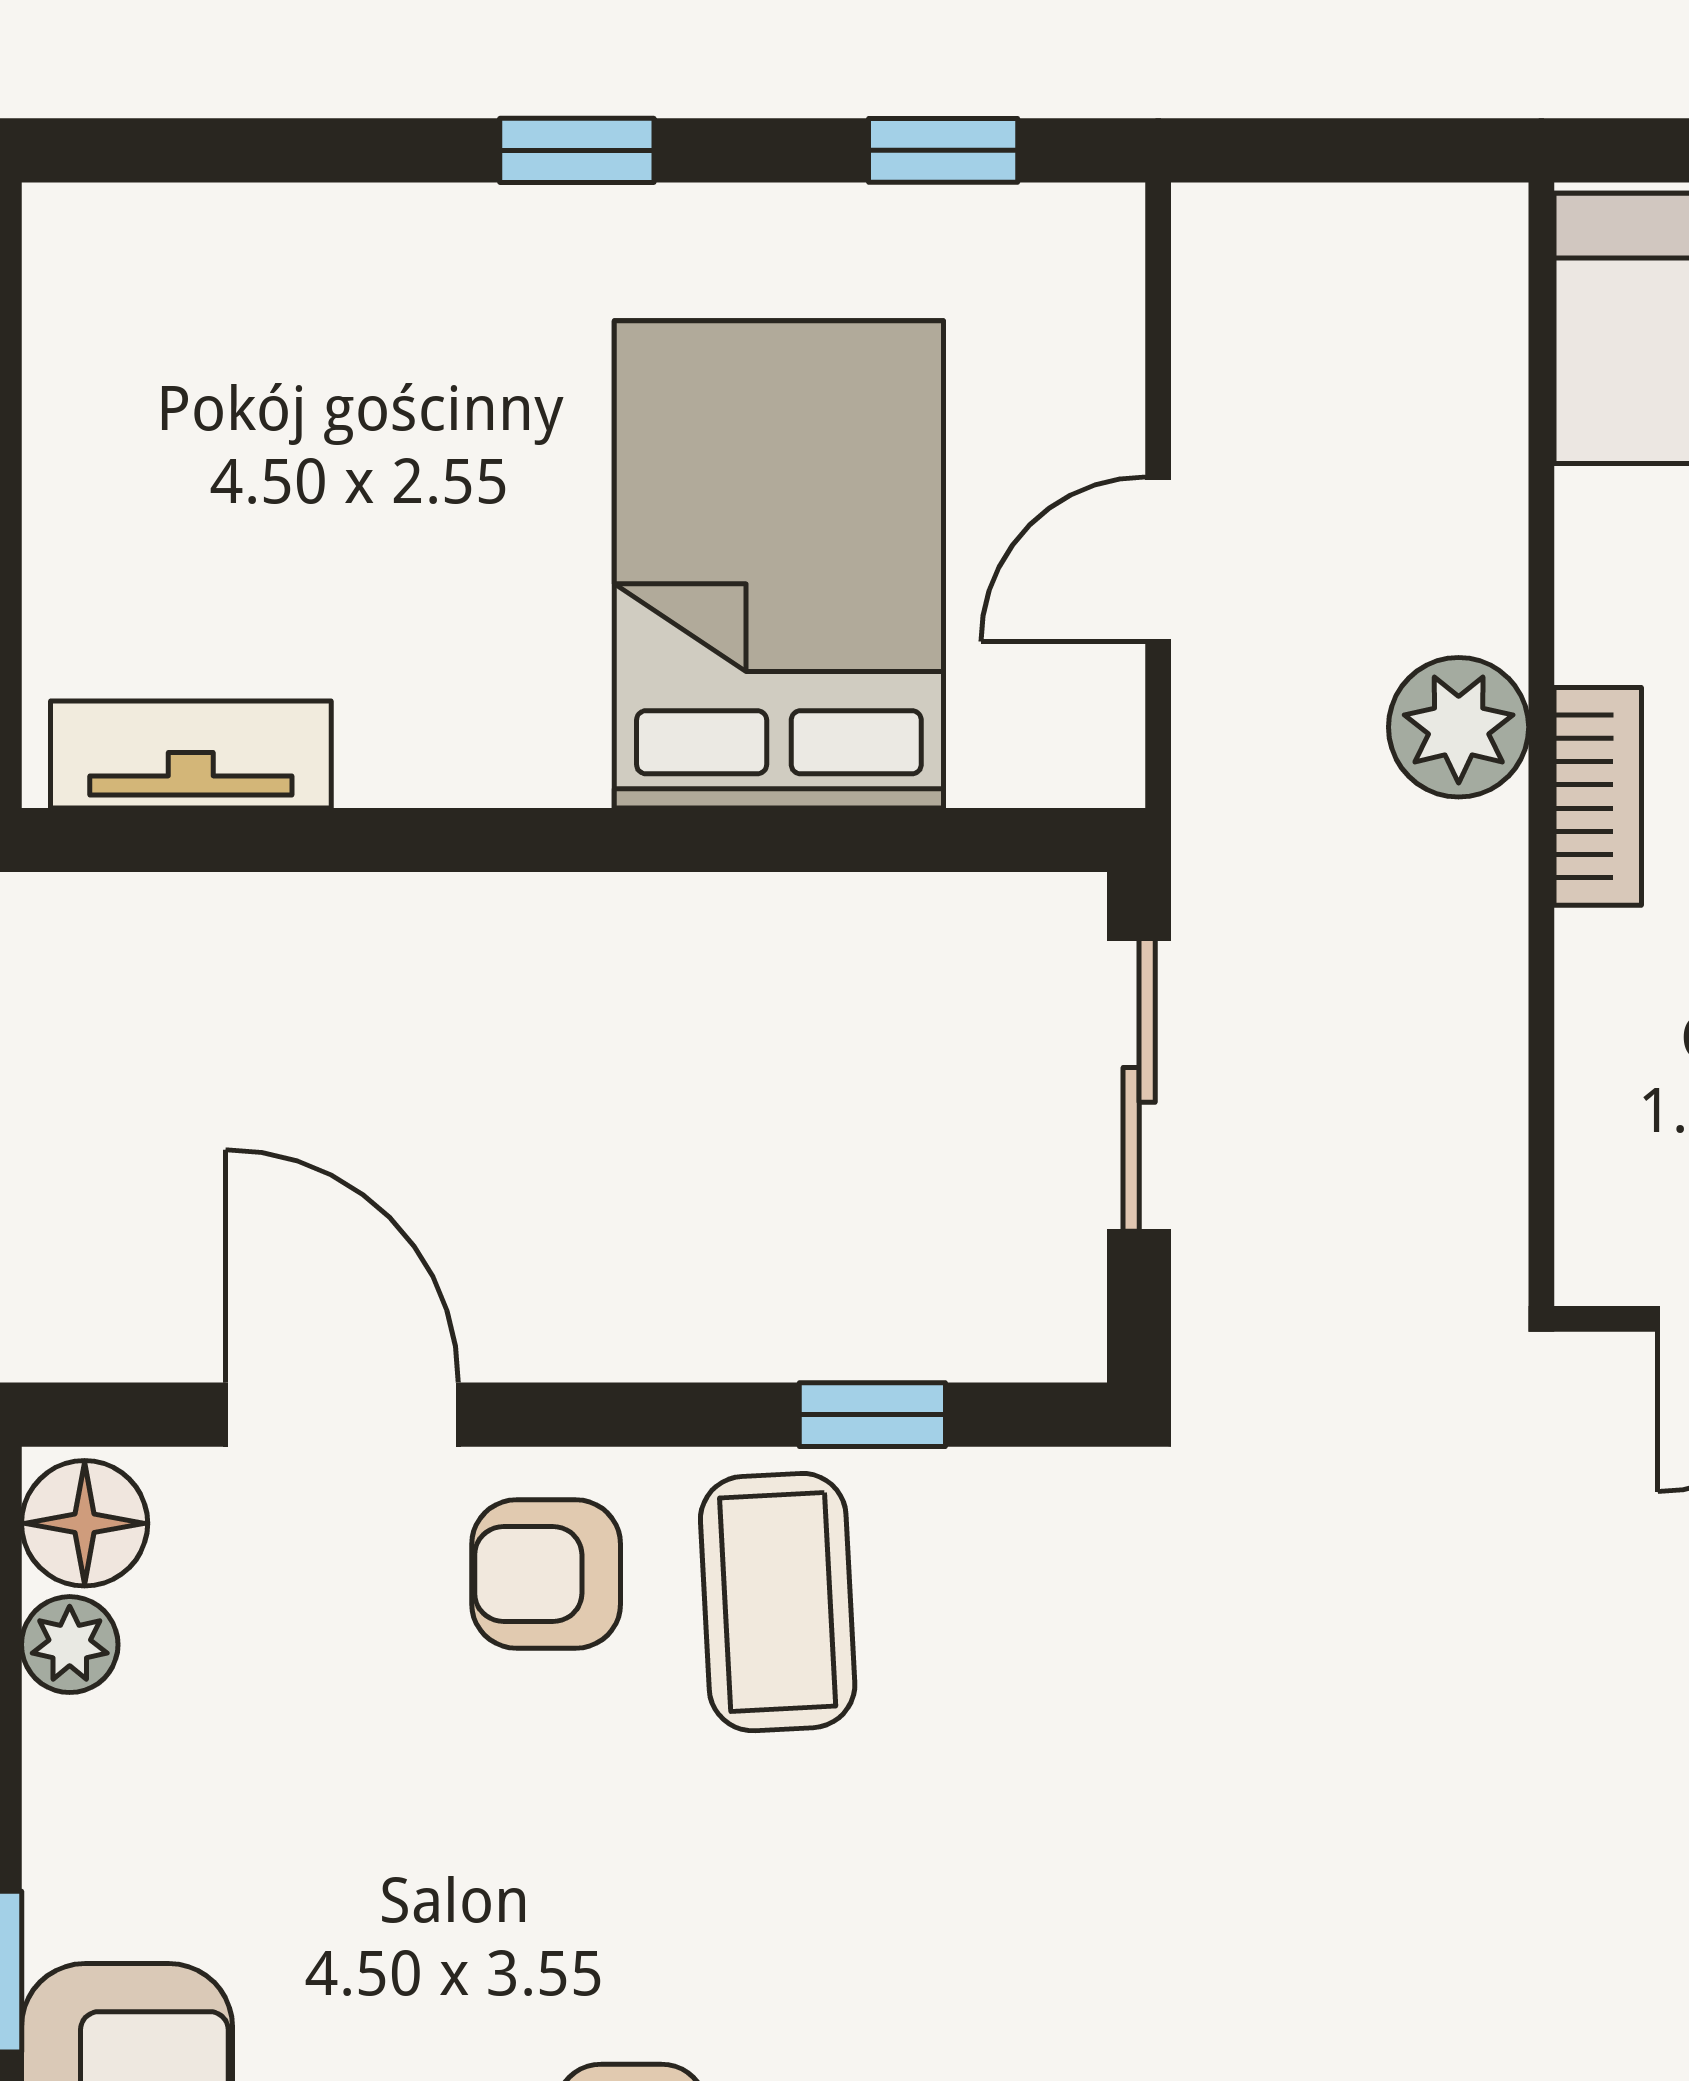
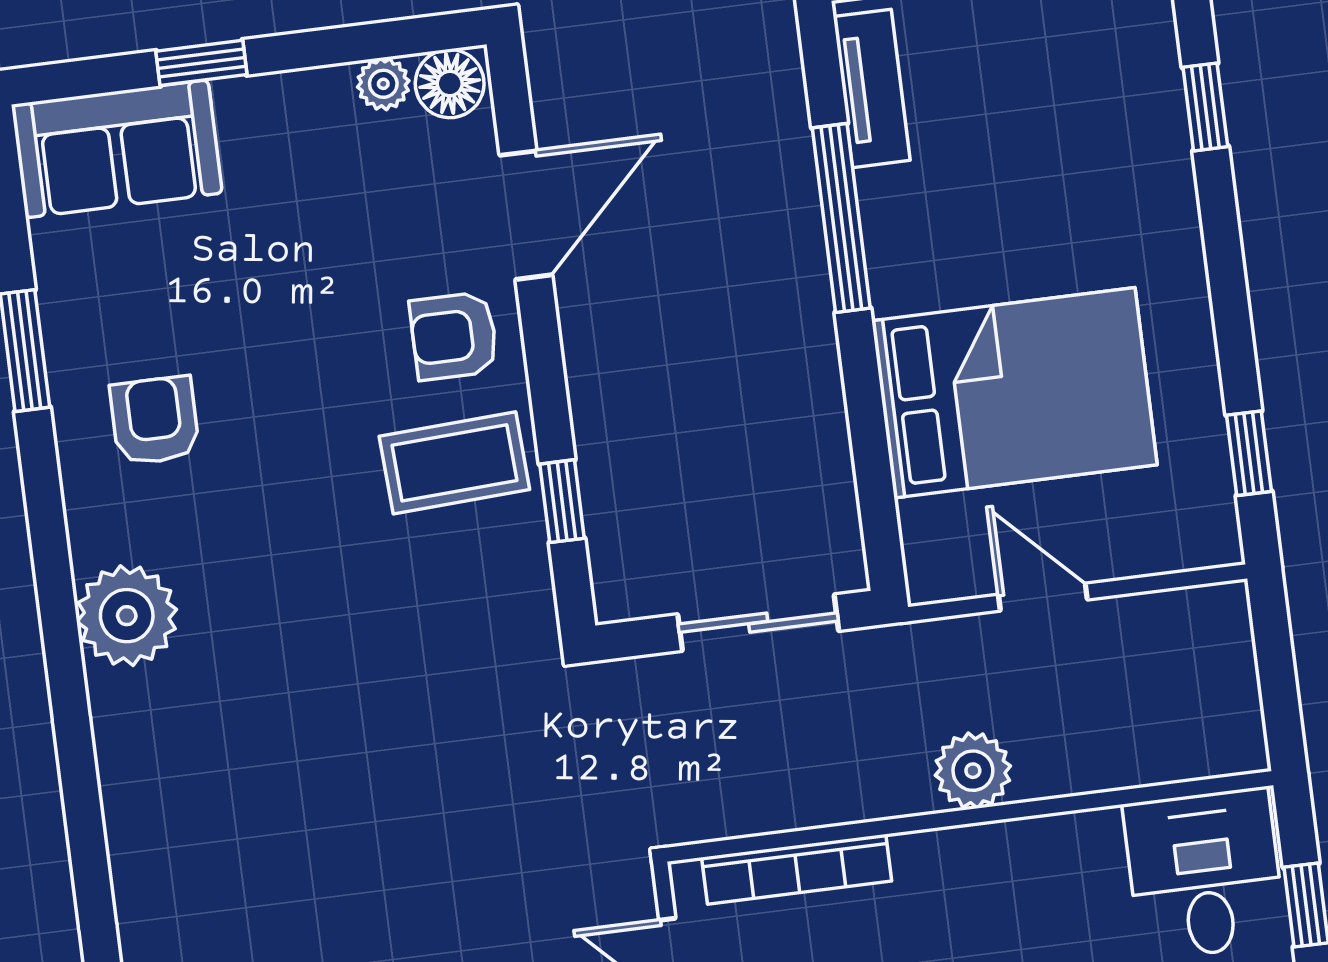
window: (577, 150) -> (1205, 107), moved
bookcase: (1598, 796) -> (797, 869), moved, width x1.56
window: (420, 840) -> (841, 218), added
armchair: (546, 1574) -> (454, 336), turned -90

